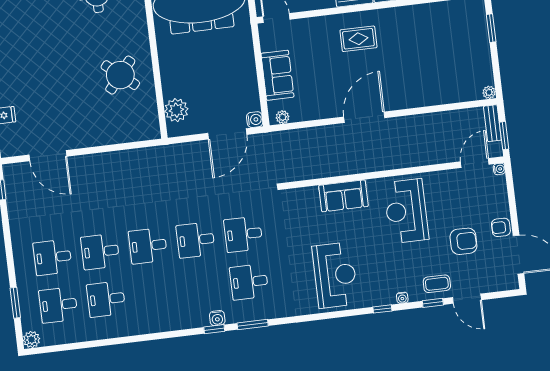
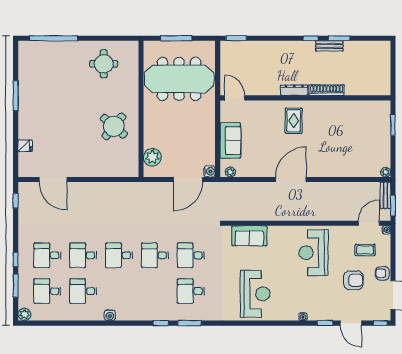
rug: (358, 39) -> (294, 121), turned 90
sofa: (343, 196) -> (249, 236), moved
window: (11, 268) -> (16, 259), added
coffee table: (437, 284) -> (365, 250), moved
window: (382, 309) -> (380, 323), moved
water cooler: (217, 318) -> (110, 315), moved

